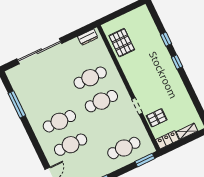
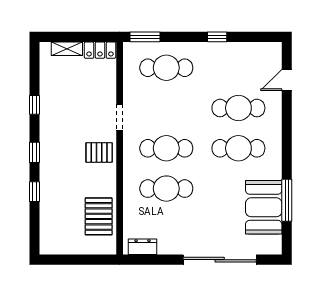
window: (190, 90) -> (34, 105), added
booth: (28, 94) -> (264, 207), added
pallet: (157, 118) -> (99, 152), moved

